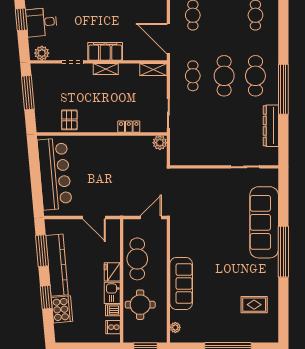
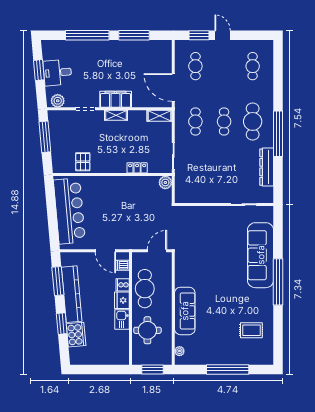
cafe table: (224, 76) -> (224, 121), width x0.73, depth x0.74
dishwasher: (113, 310) -> (123, 265), moved
cooker: (113, 327) -> (123, 285), moved

